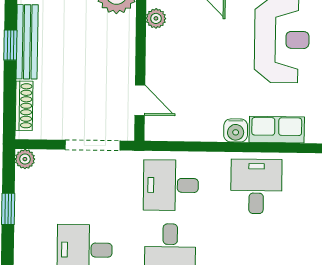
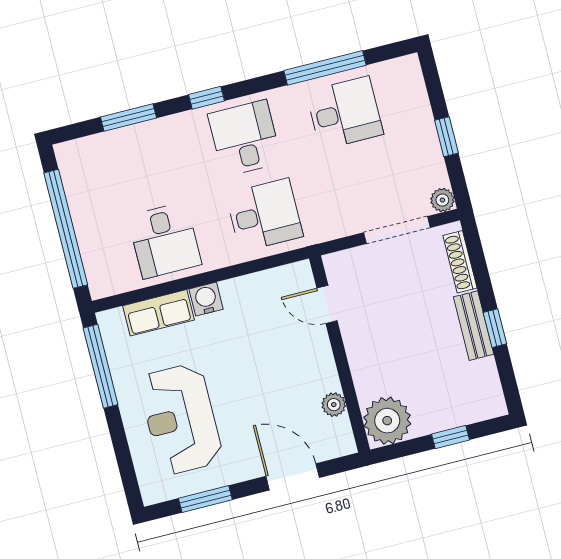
bench: (27, 42) -> (474, 326), width x0.73
doorway: (93, 145) -> (397, 230), moved

